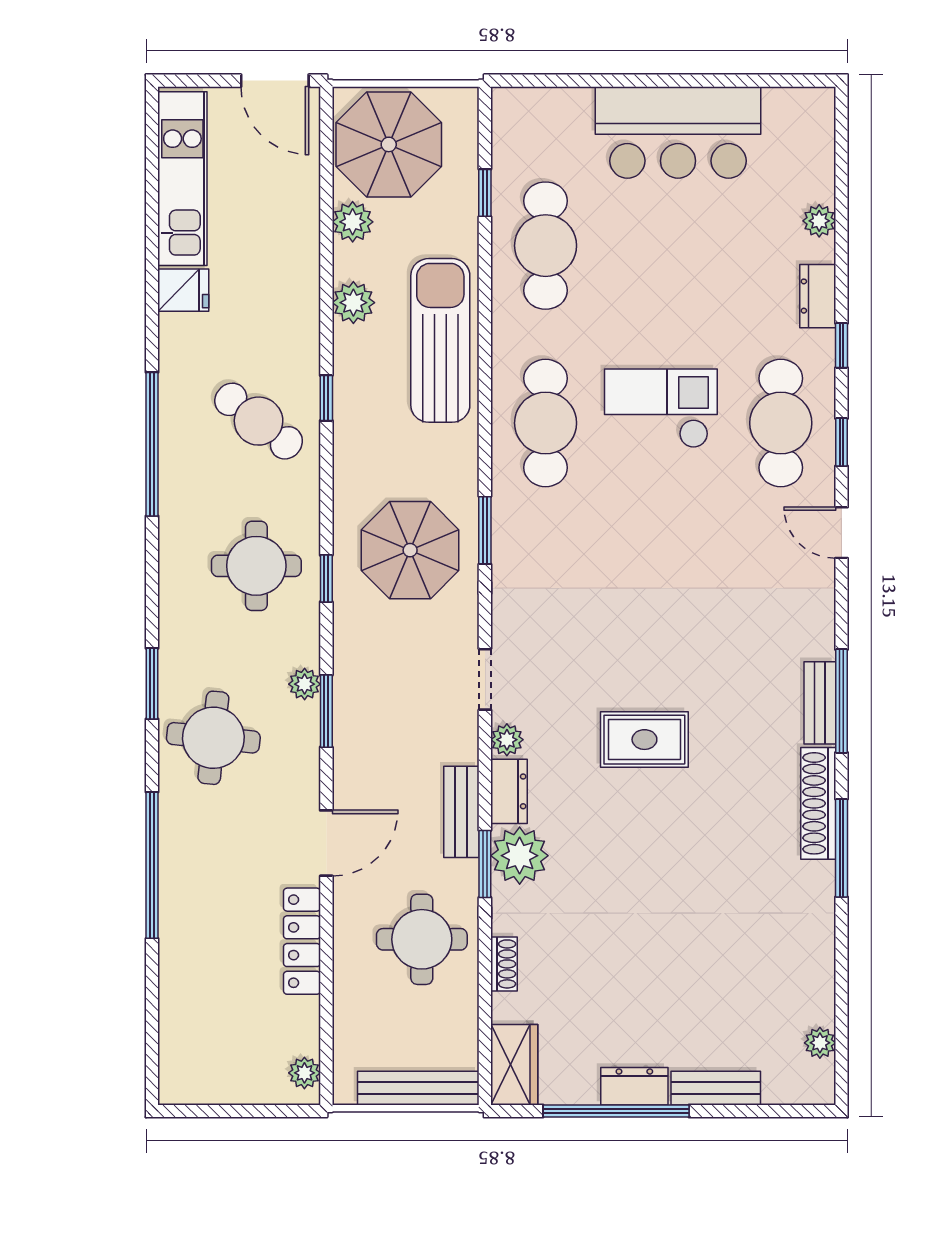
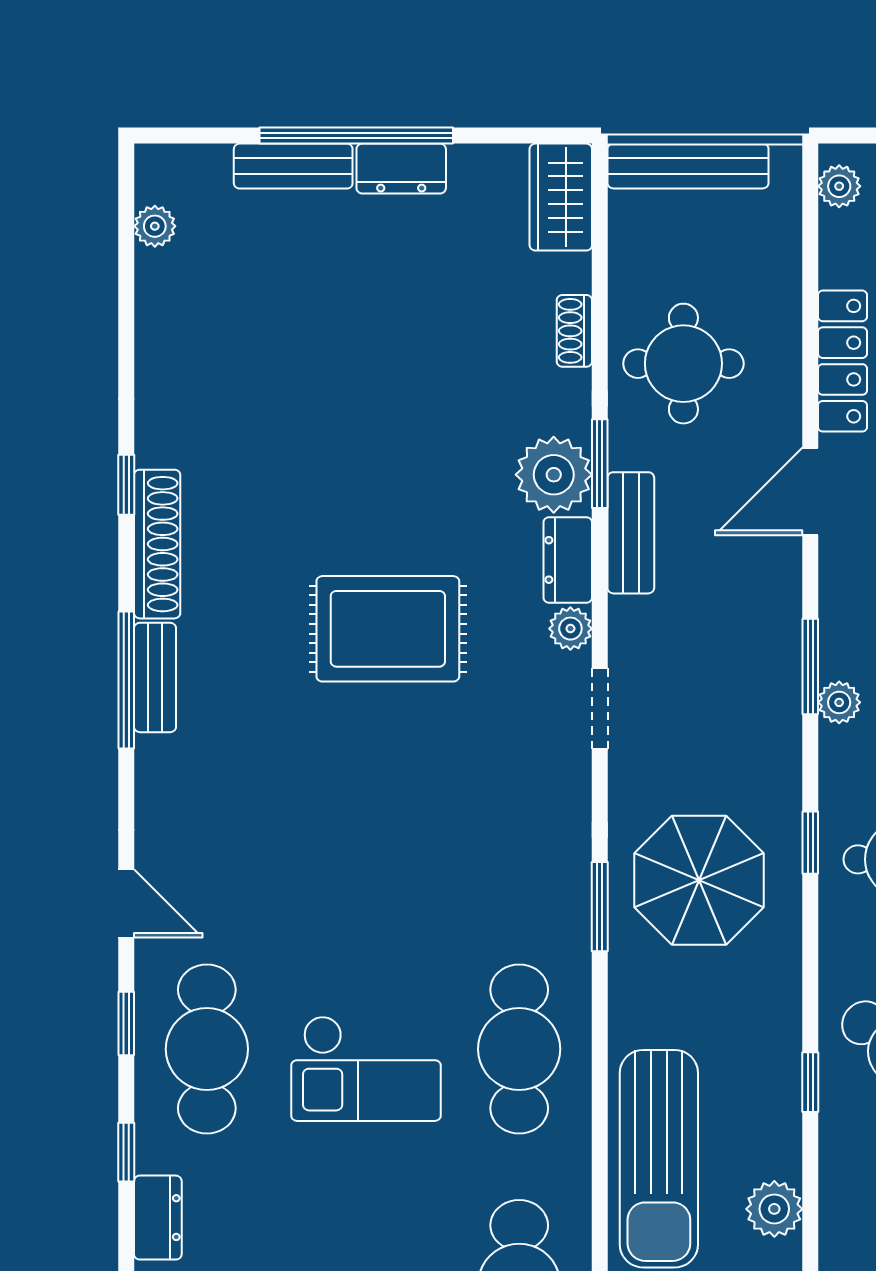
rug: (644, 740) -> (388, 629), width x1.36, depth x1.43
window: (841, 848) -> (126, 485), width x0.46
window: (616, 1111) -> (356, 136), moved

